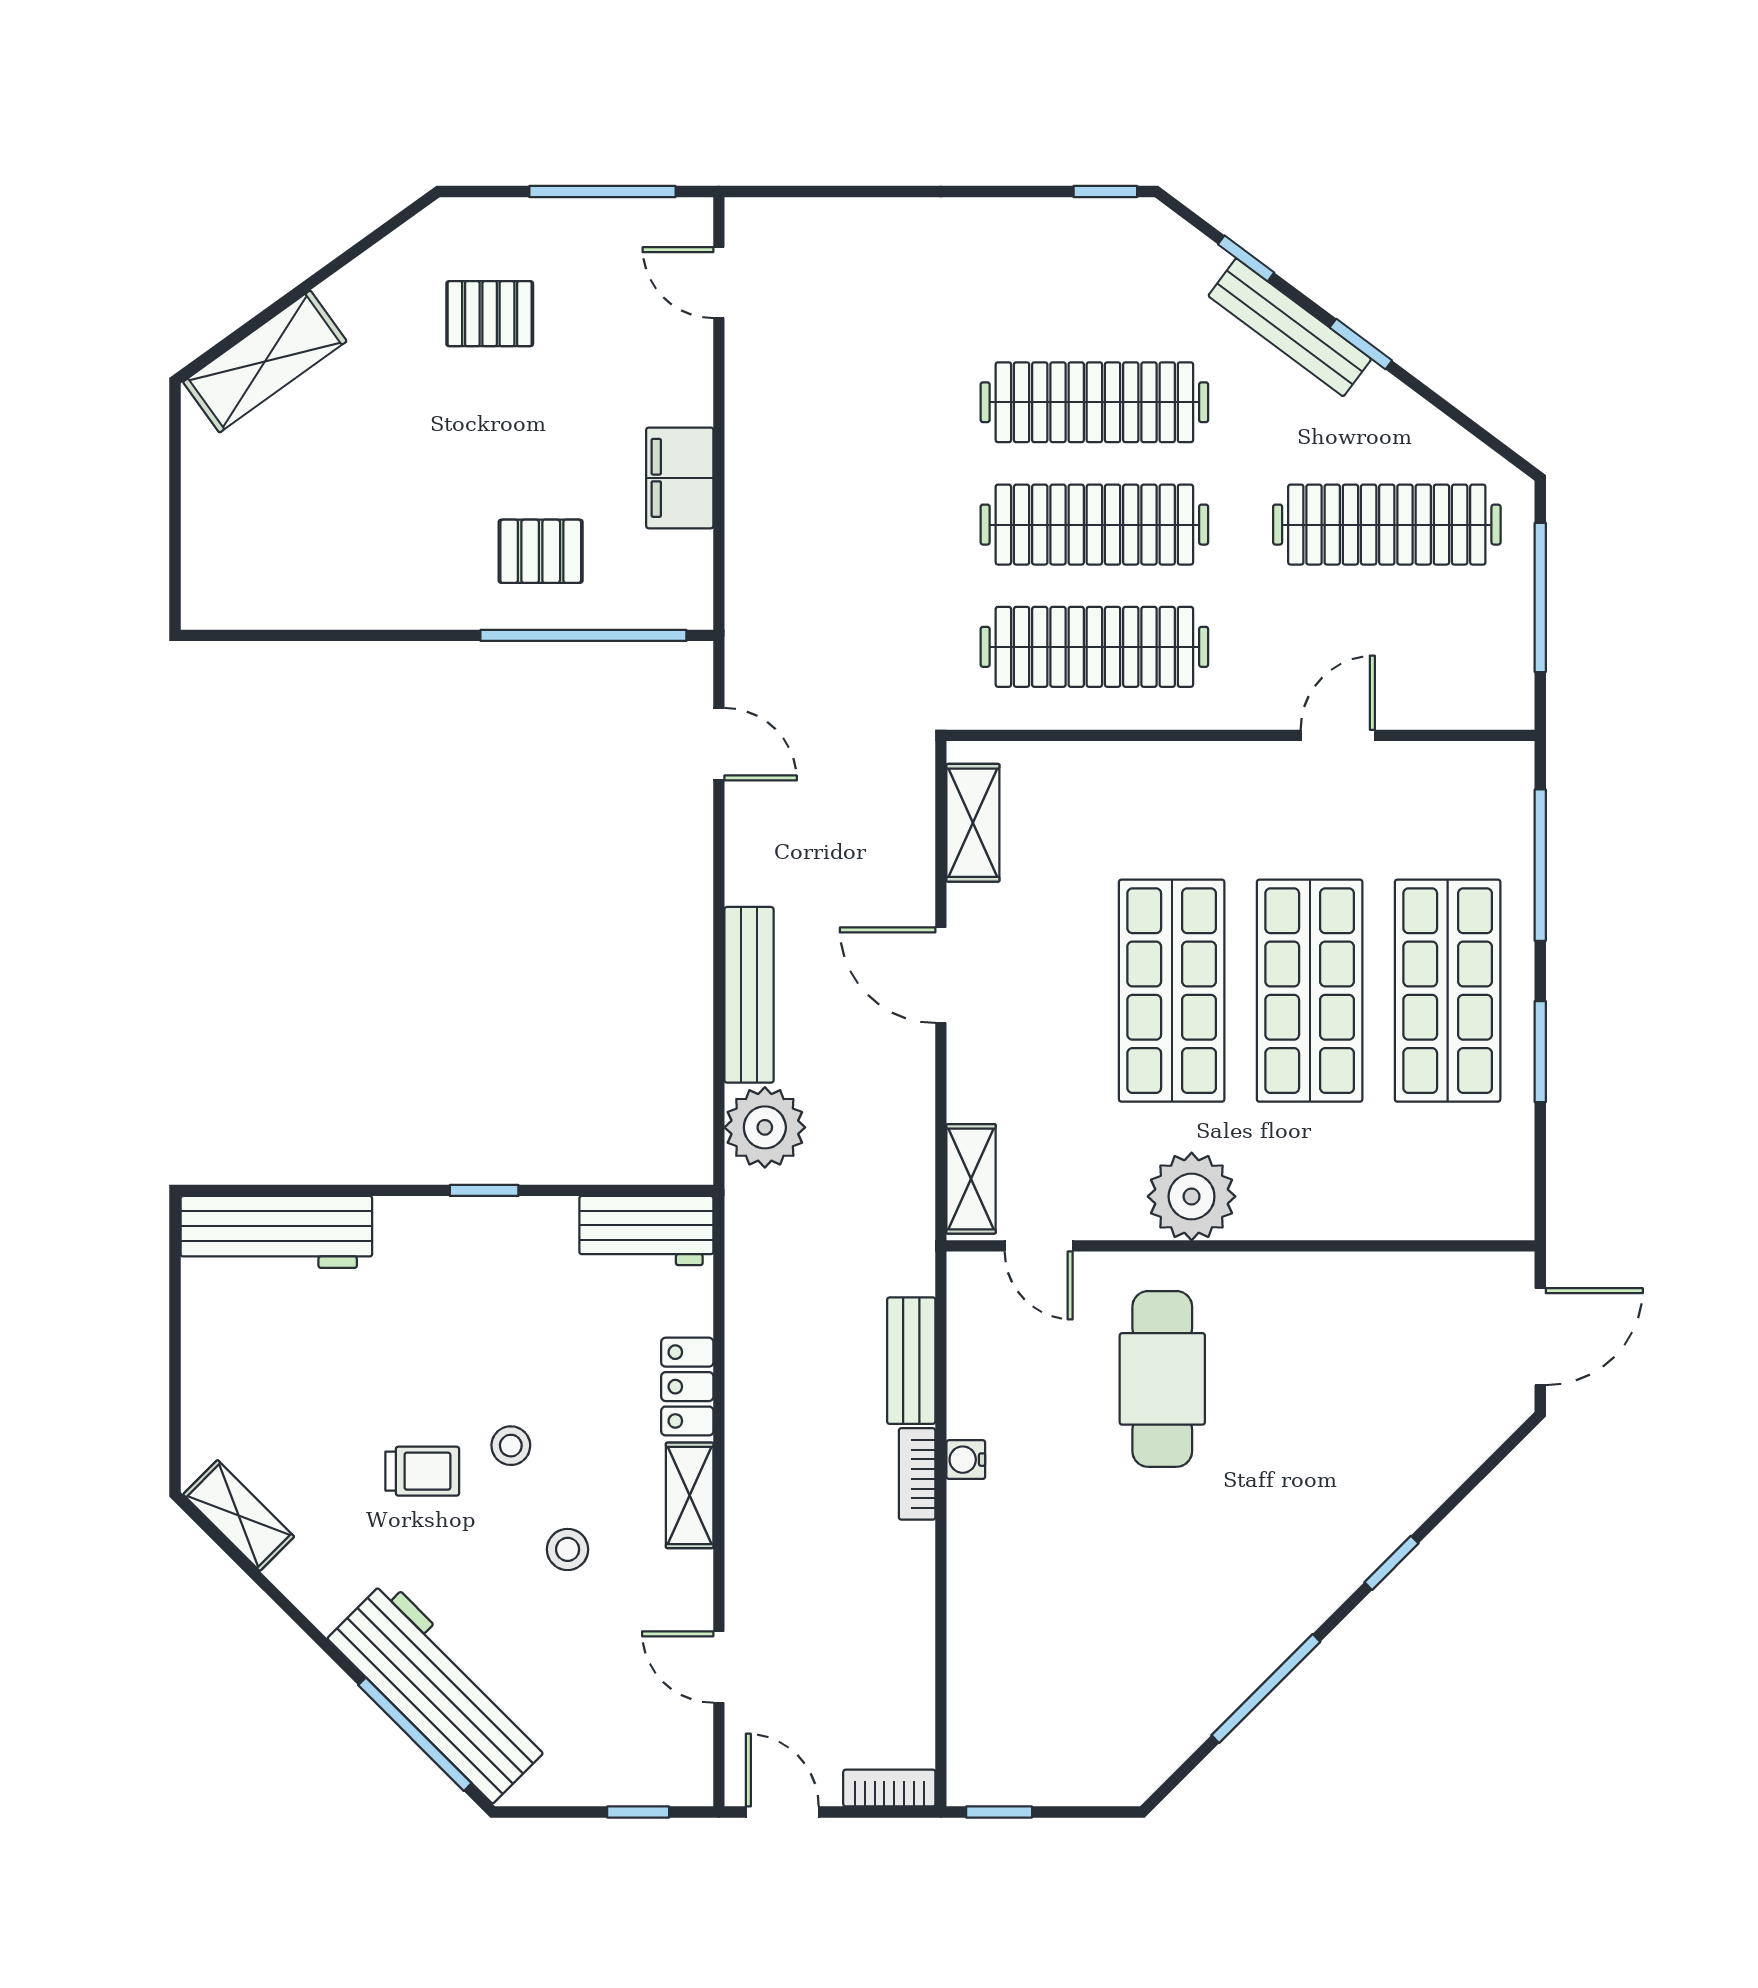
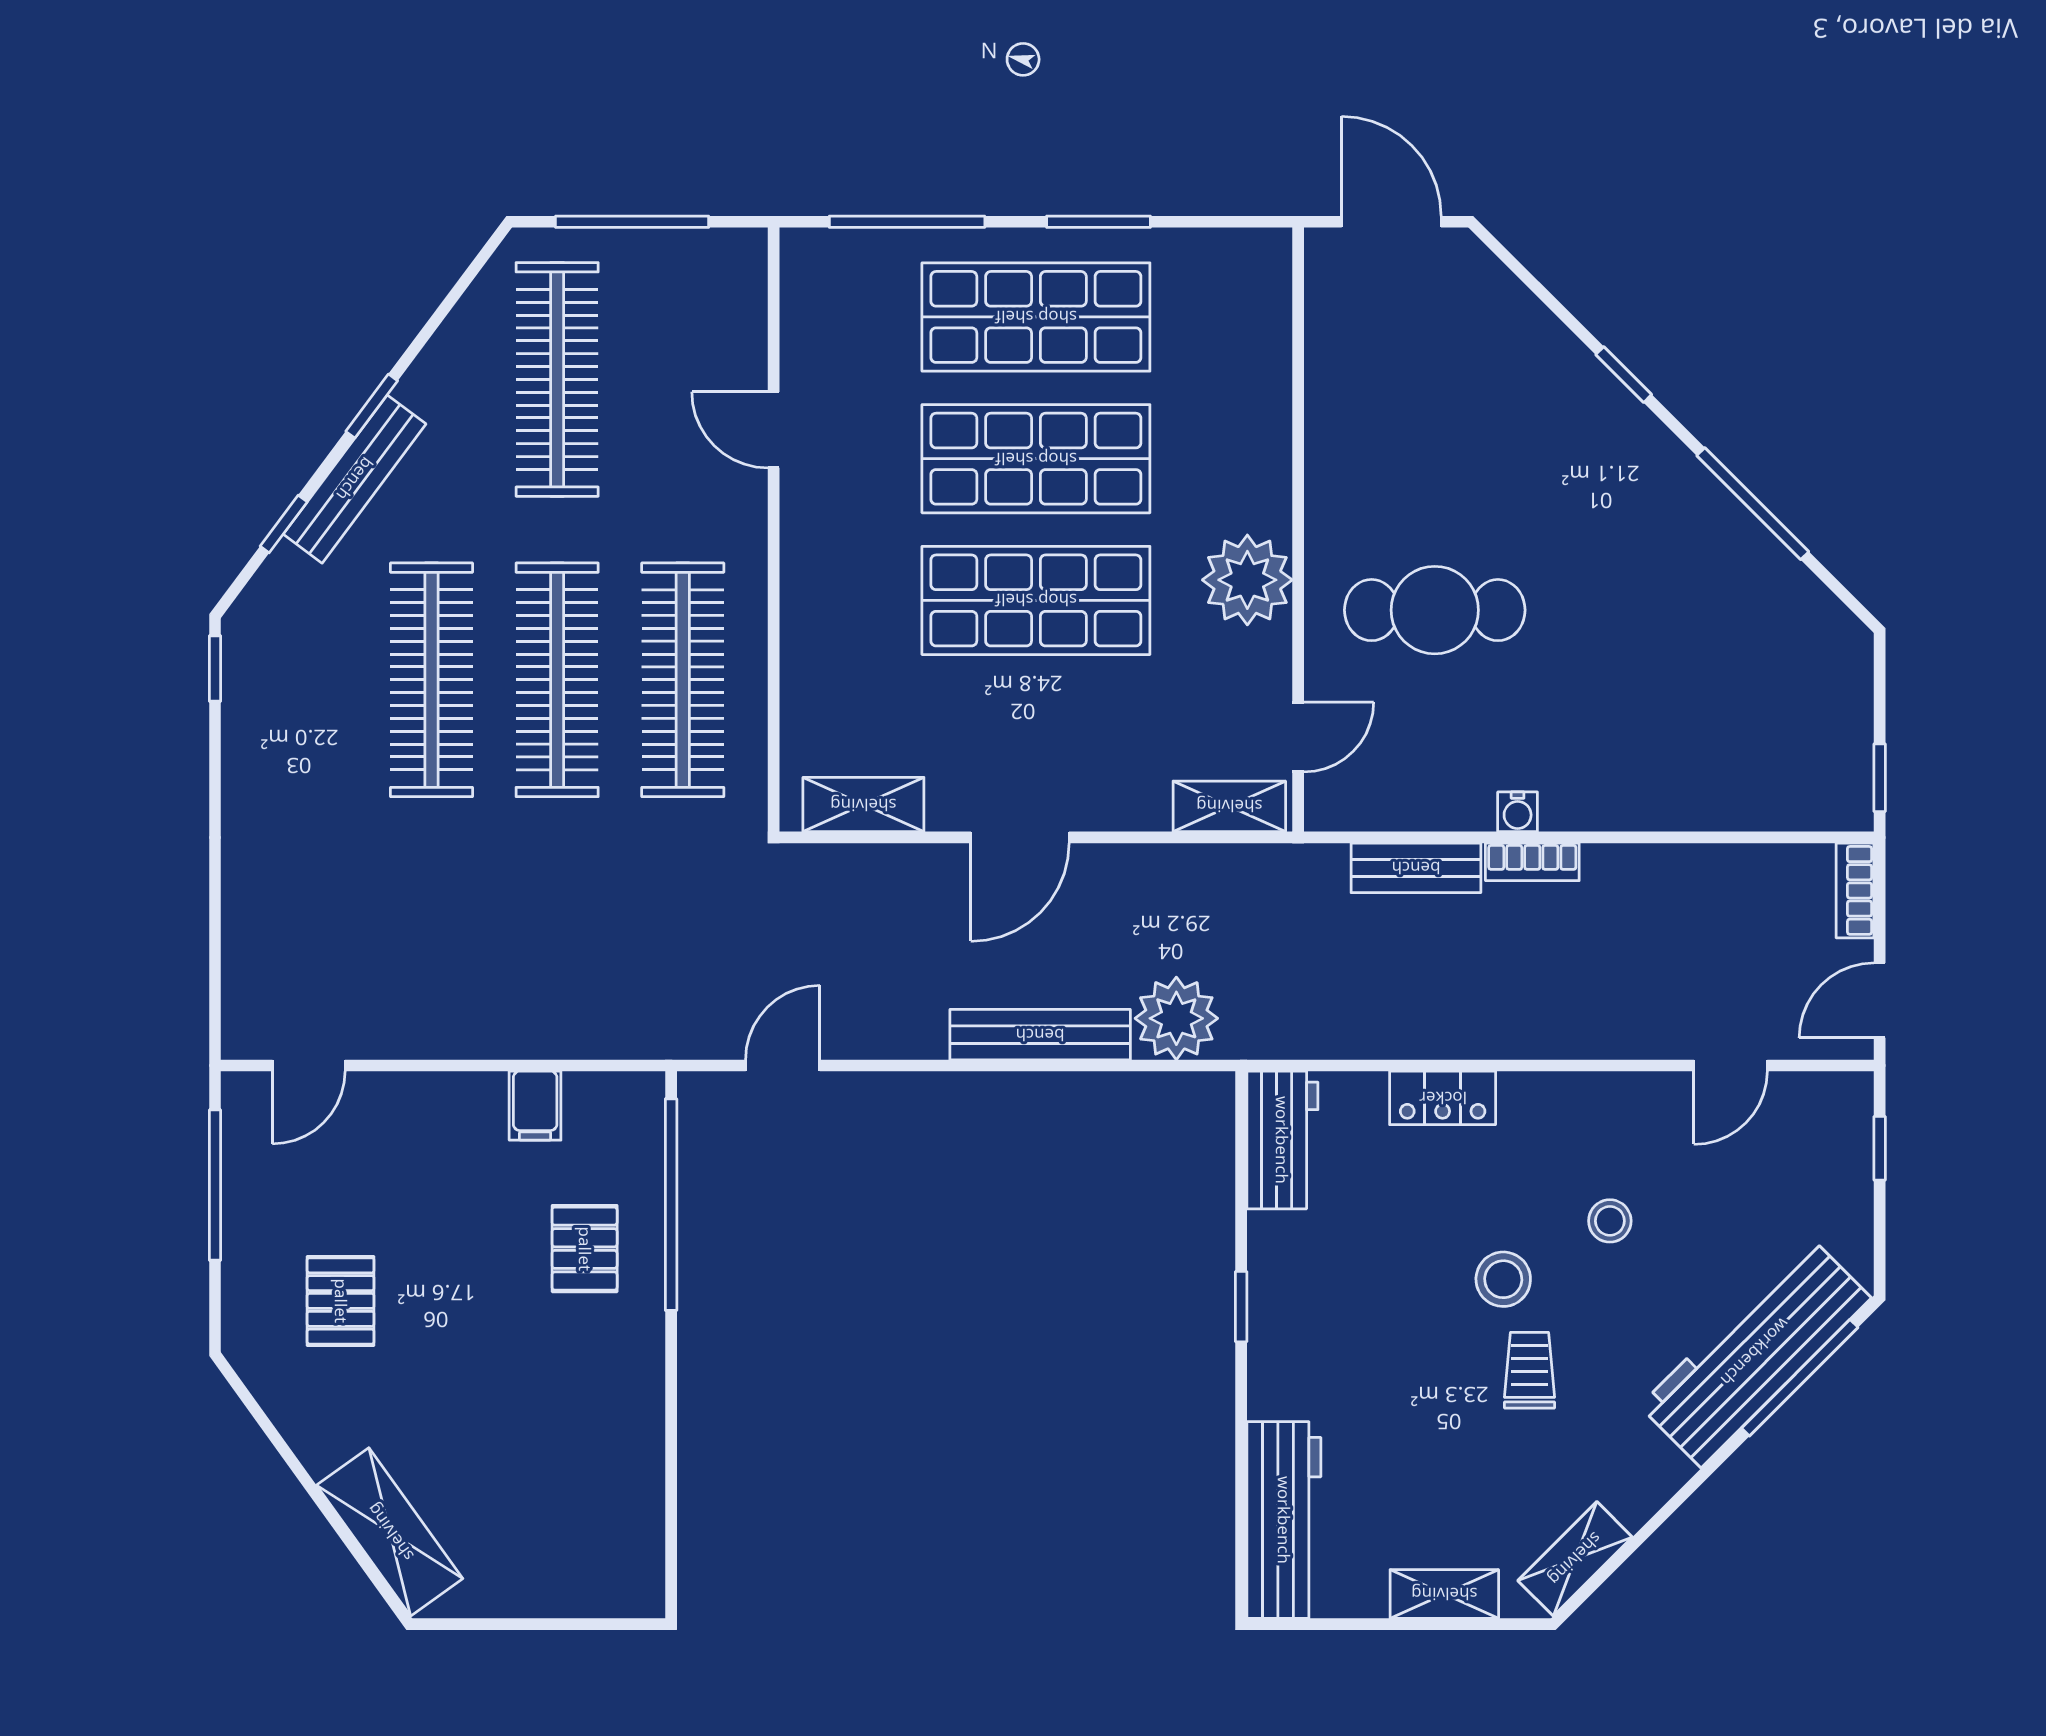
filing cabinet: (680, 478) -> (535, 1106), width x0.50
stool: (511, 1446) -> (1503, 1279), width x1.37, depth x1.37
shelving: (690, 1495) -> (1444, 1594), moved

